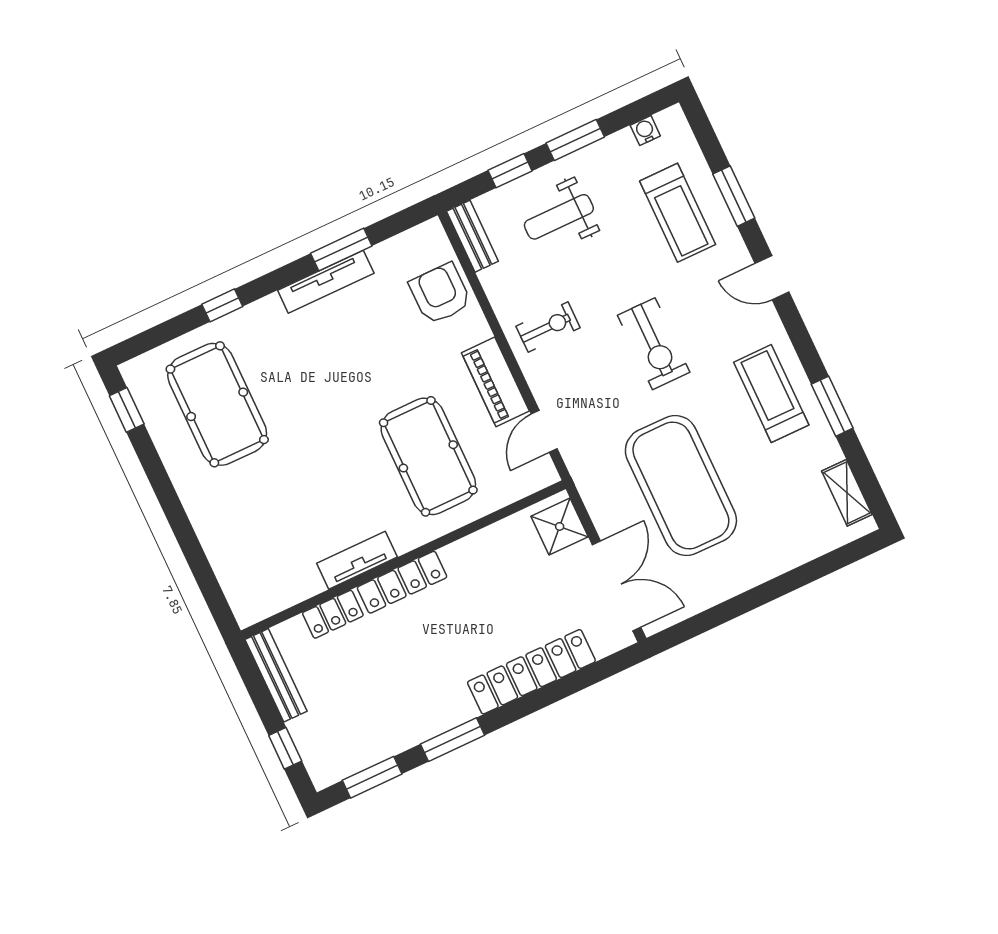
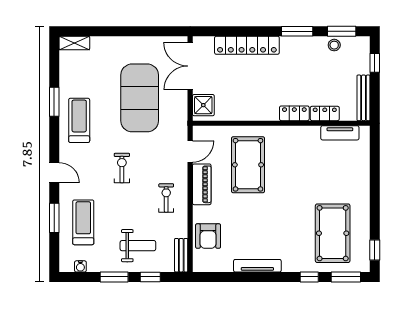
window: (341, 250) -> (346, 277), moved
exercise bike: (548, 327) -> (166, 198), turned 90
exercise bike: (654, 344) -> (122, 168), width x0.73, depth x0.72
treadmill: (771, 394) -> (79, 120), turned 180
shelving: (847, 493) -> (74, 43), moved, turned 90
tv unit: (357, 560) -> (340, 133), moved
locker: (402, 582) -> (294, 113), width x0.66
stool: (374, 746) -> (334, 45), added

